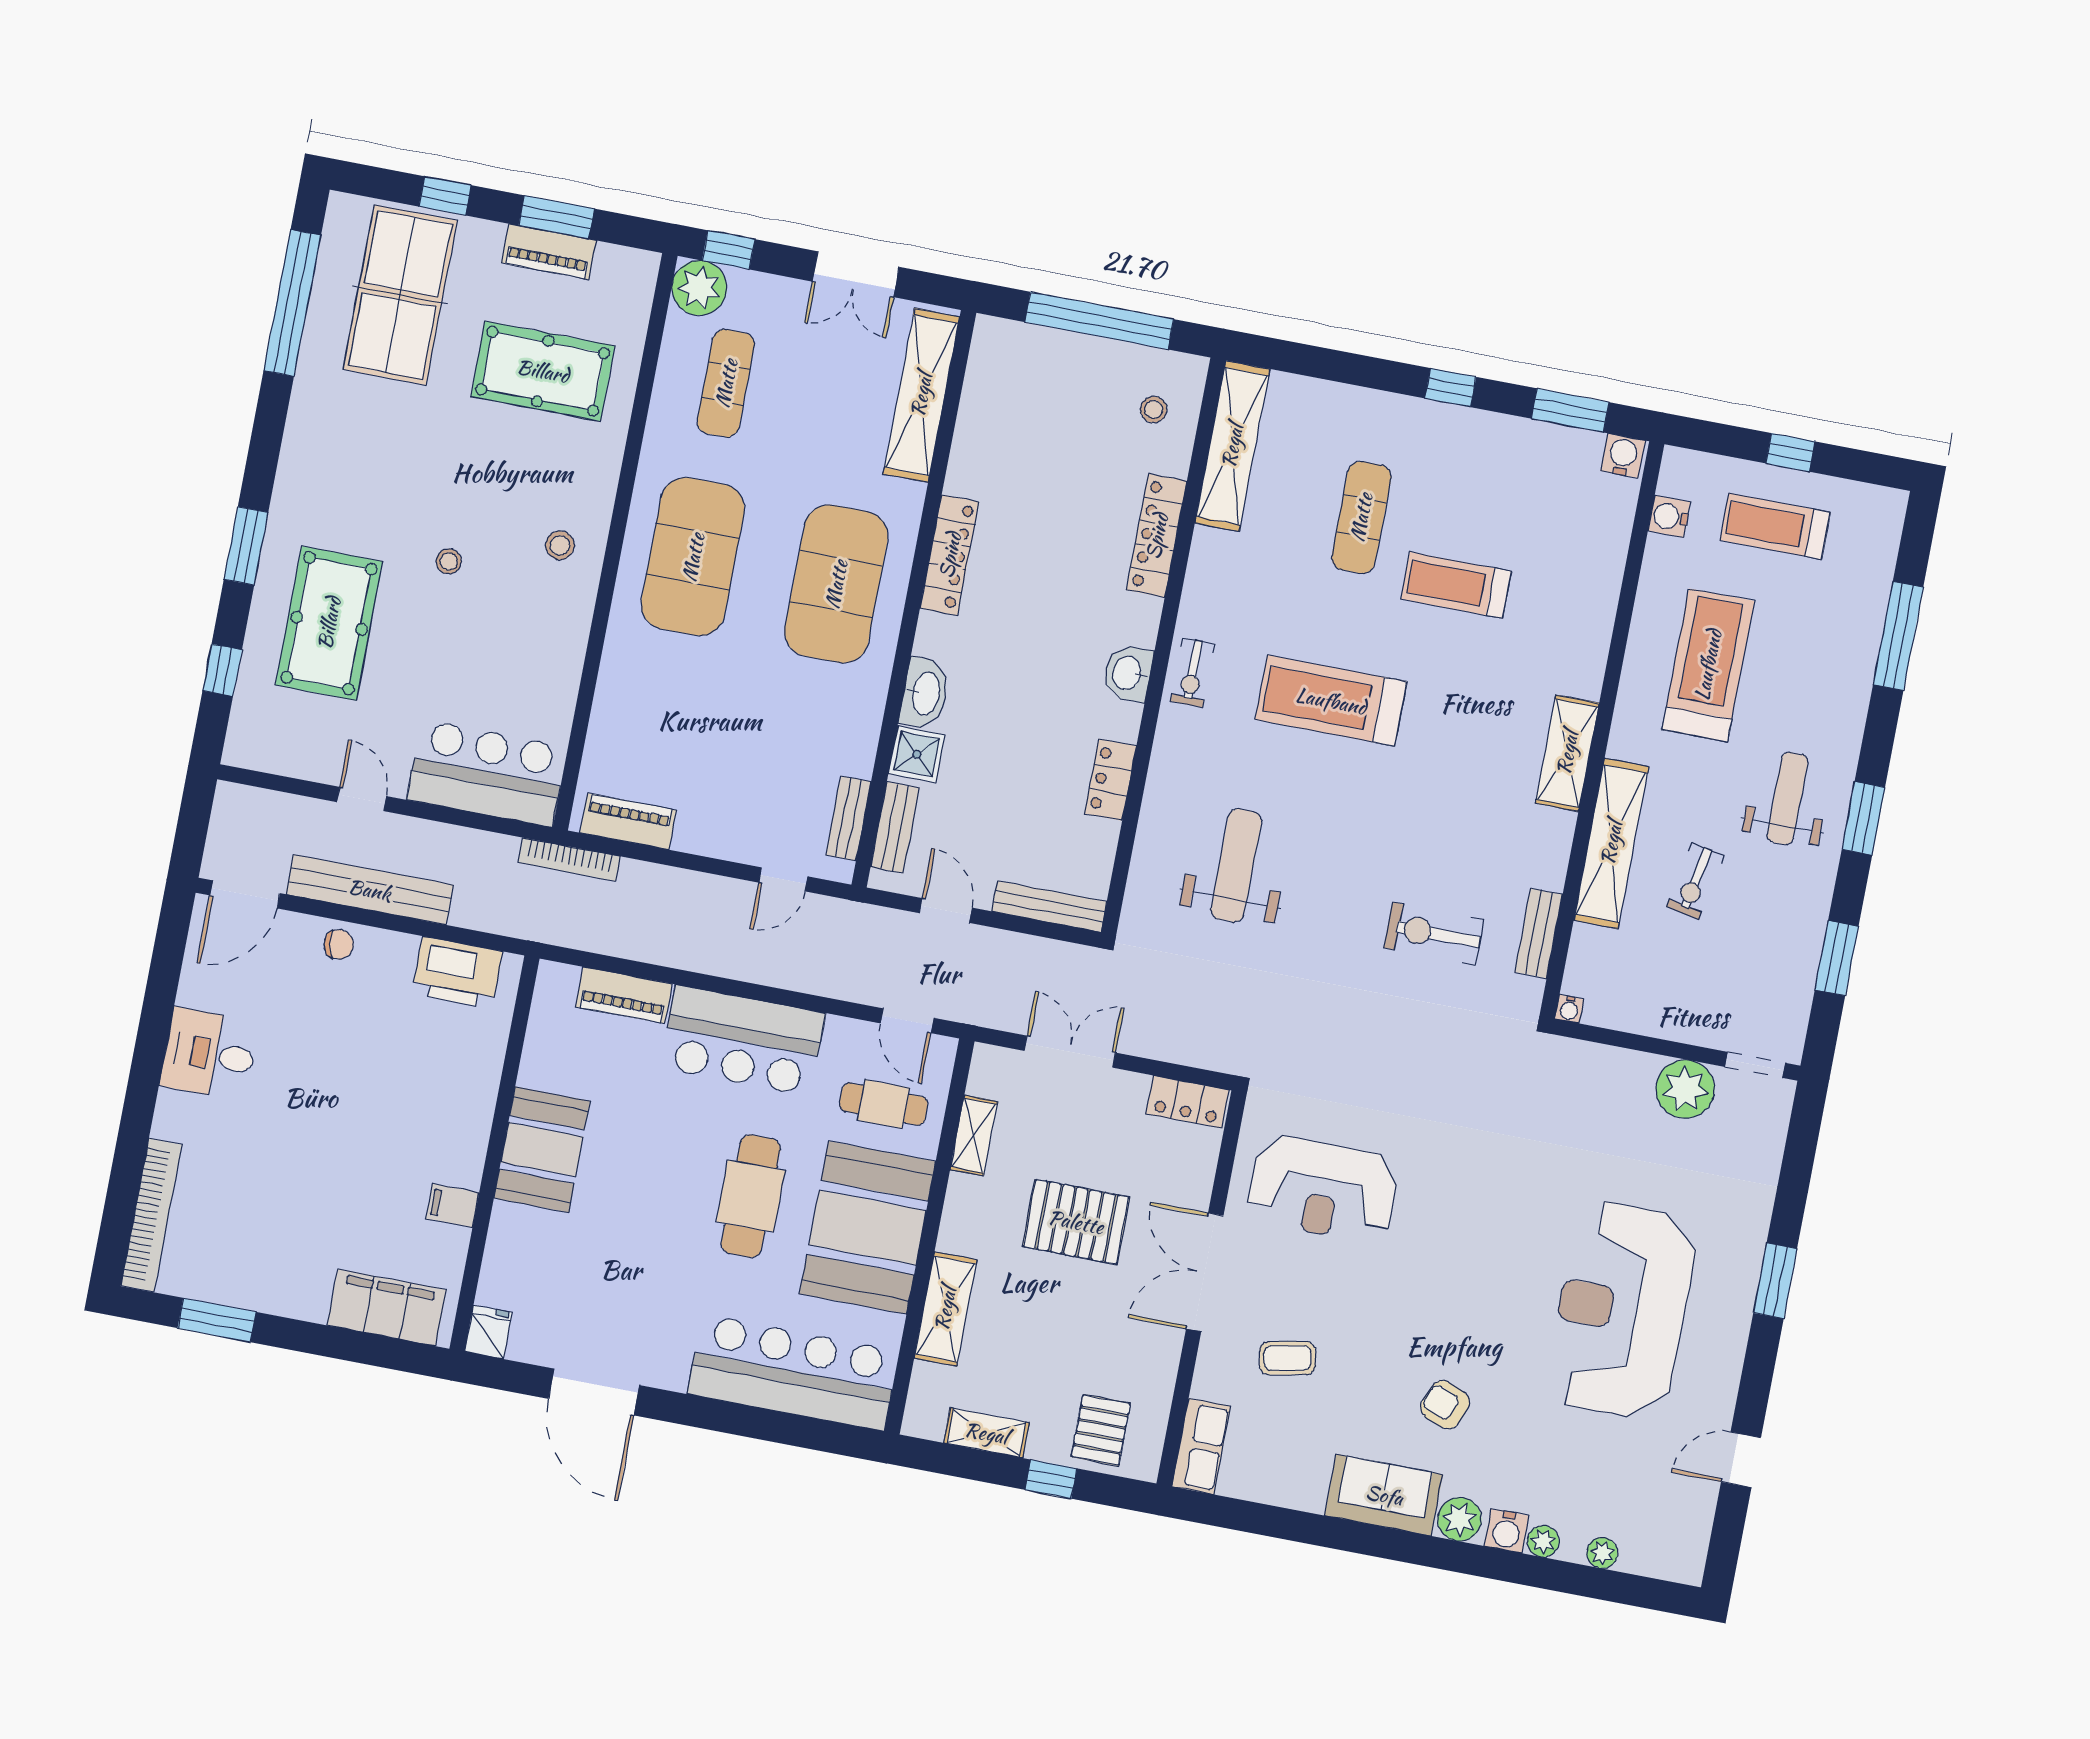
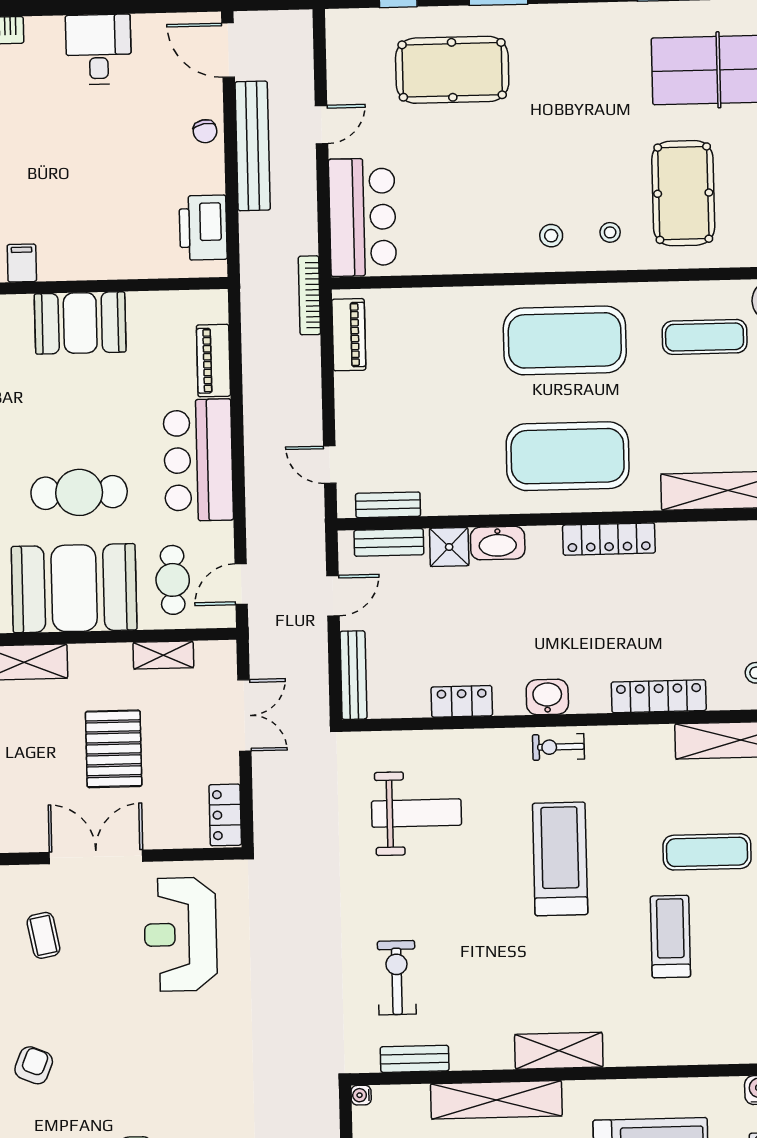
stool: (449, 561) -> (610, 232), moved

